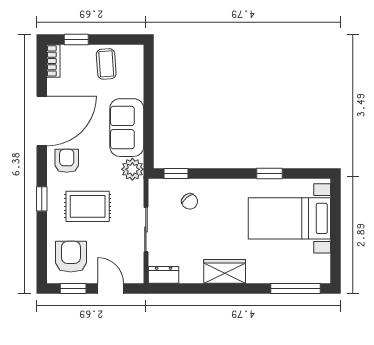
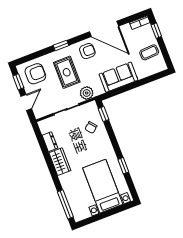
plant: (132, 169) -> (87, 93), moved
dresser: (164, 275) -> (50, 142), moved

